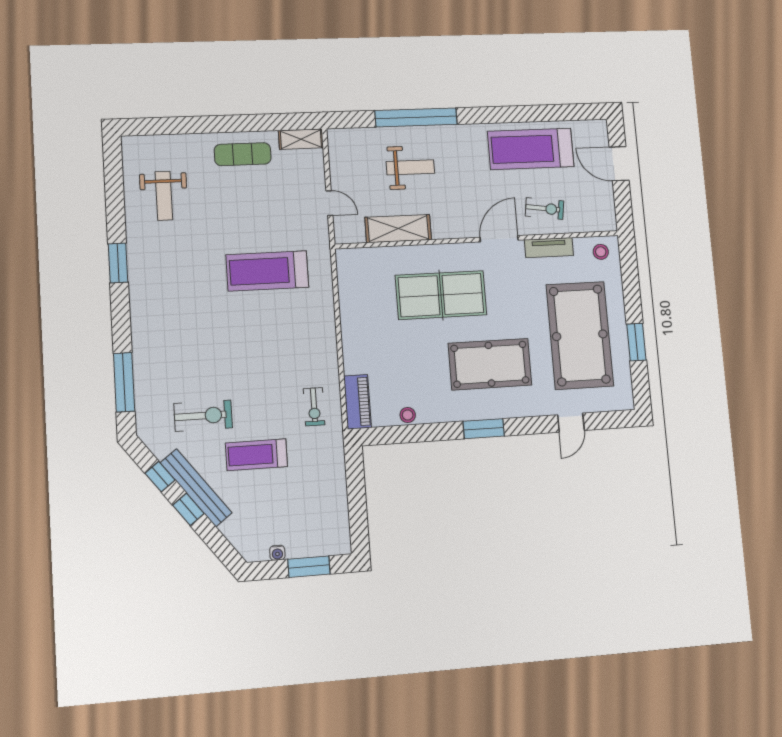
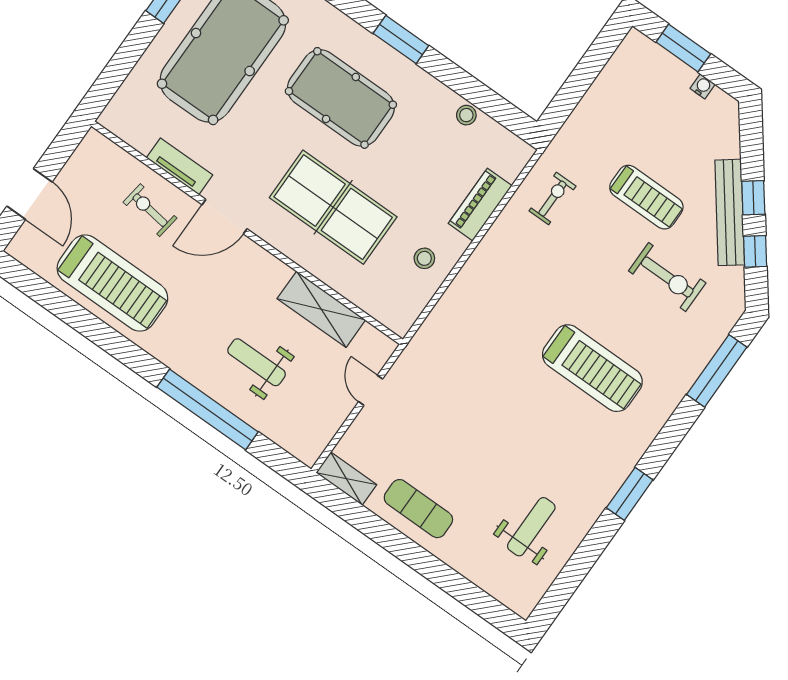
stool: (601, 252) -> (424, 258), moved
treadmill: (267, 271) -> (592, 368), moved
piano: (358, 402) -> (480, 205), moved
exercise bike: (203, 416) -> (667, 277), turned 180

